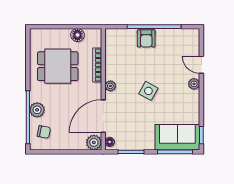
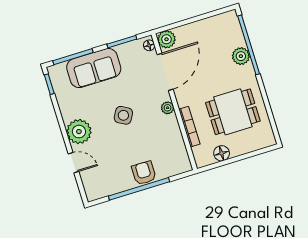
plant: (194, 84) -> (79, 132), width x1.88, depth x1.88
chair: (44, 132) -> (226, 34), removed
sofa: (177, 137) -> (94, 68), moved

